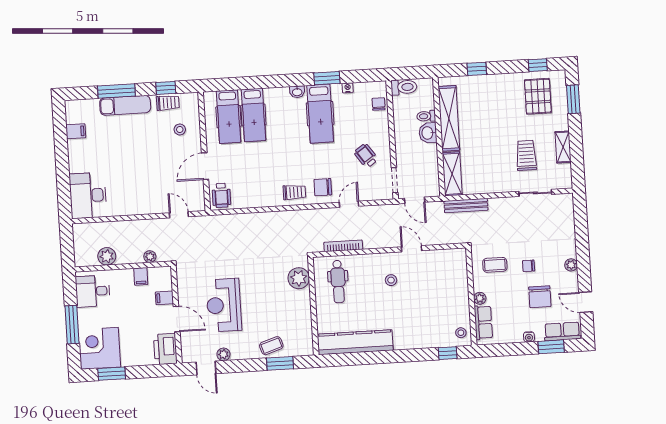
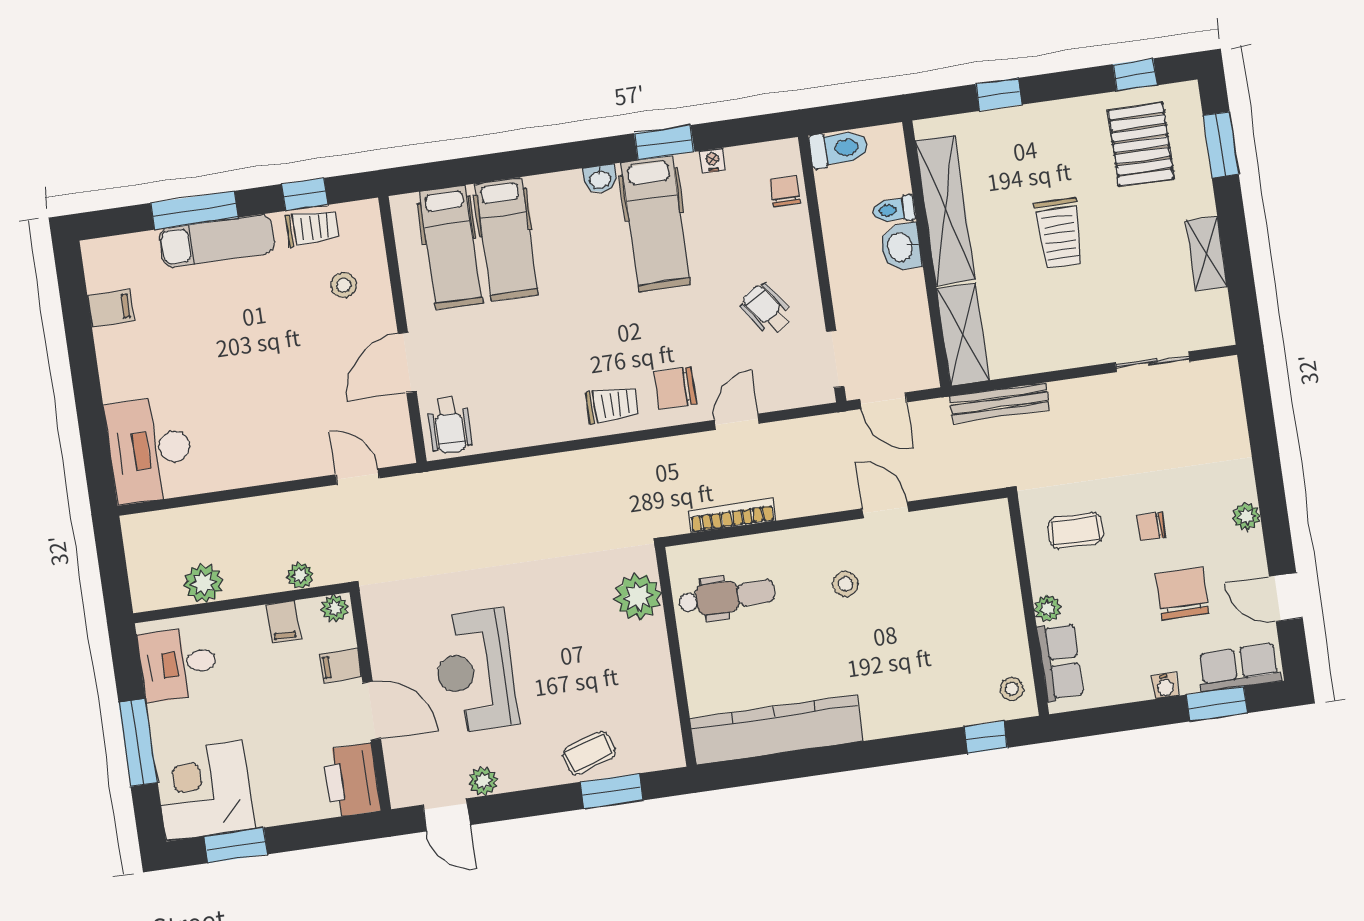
trolley: (526, 155) -> (1059, 233), moved, turned 180
plant: (164, 272) -> (335, 608), added
dental chair: (338, 281) -> (727, 597), turned -90
chair: (540, 297) -> (1182, 594), turned 180

